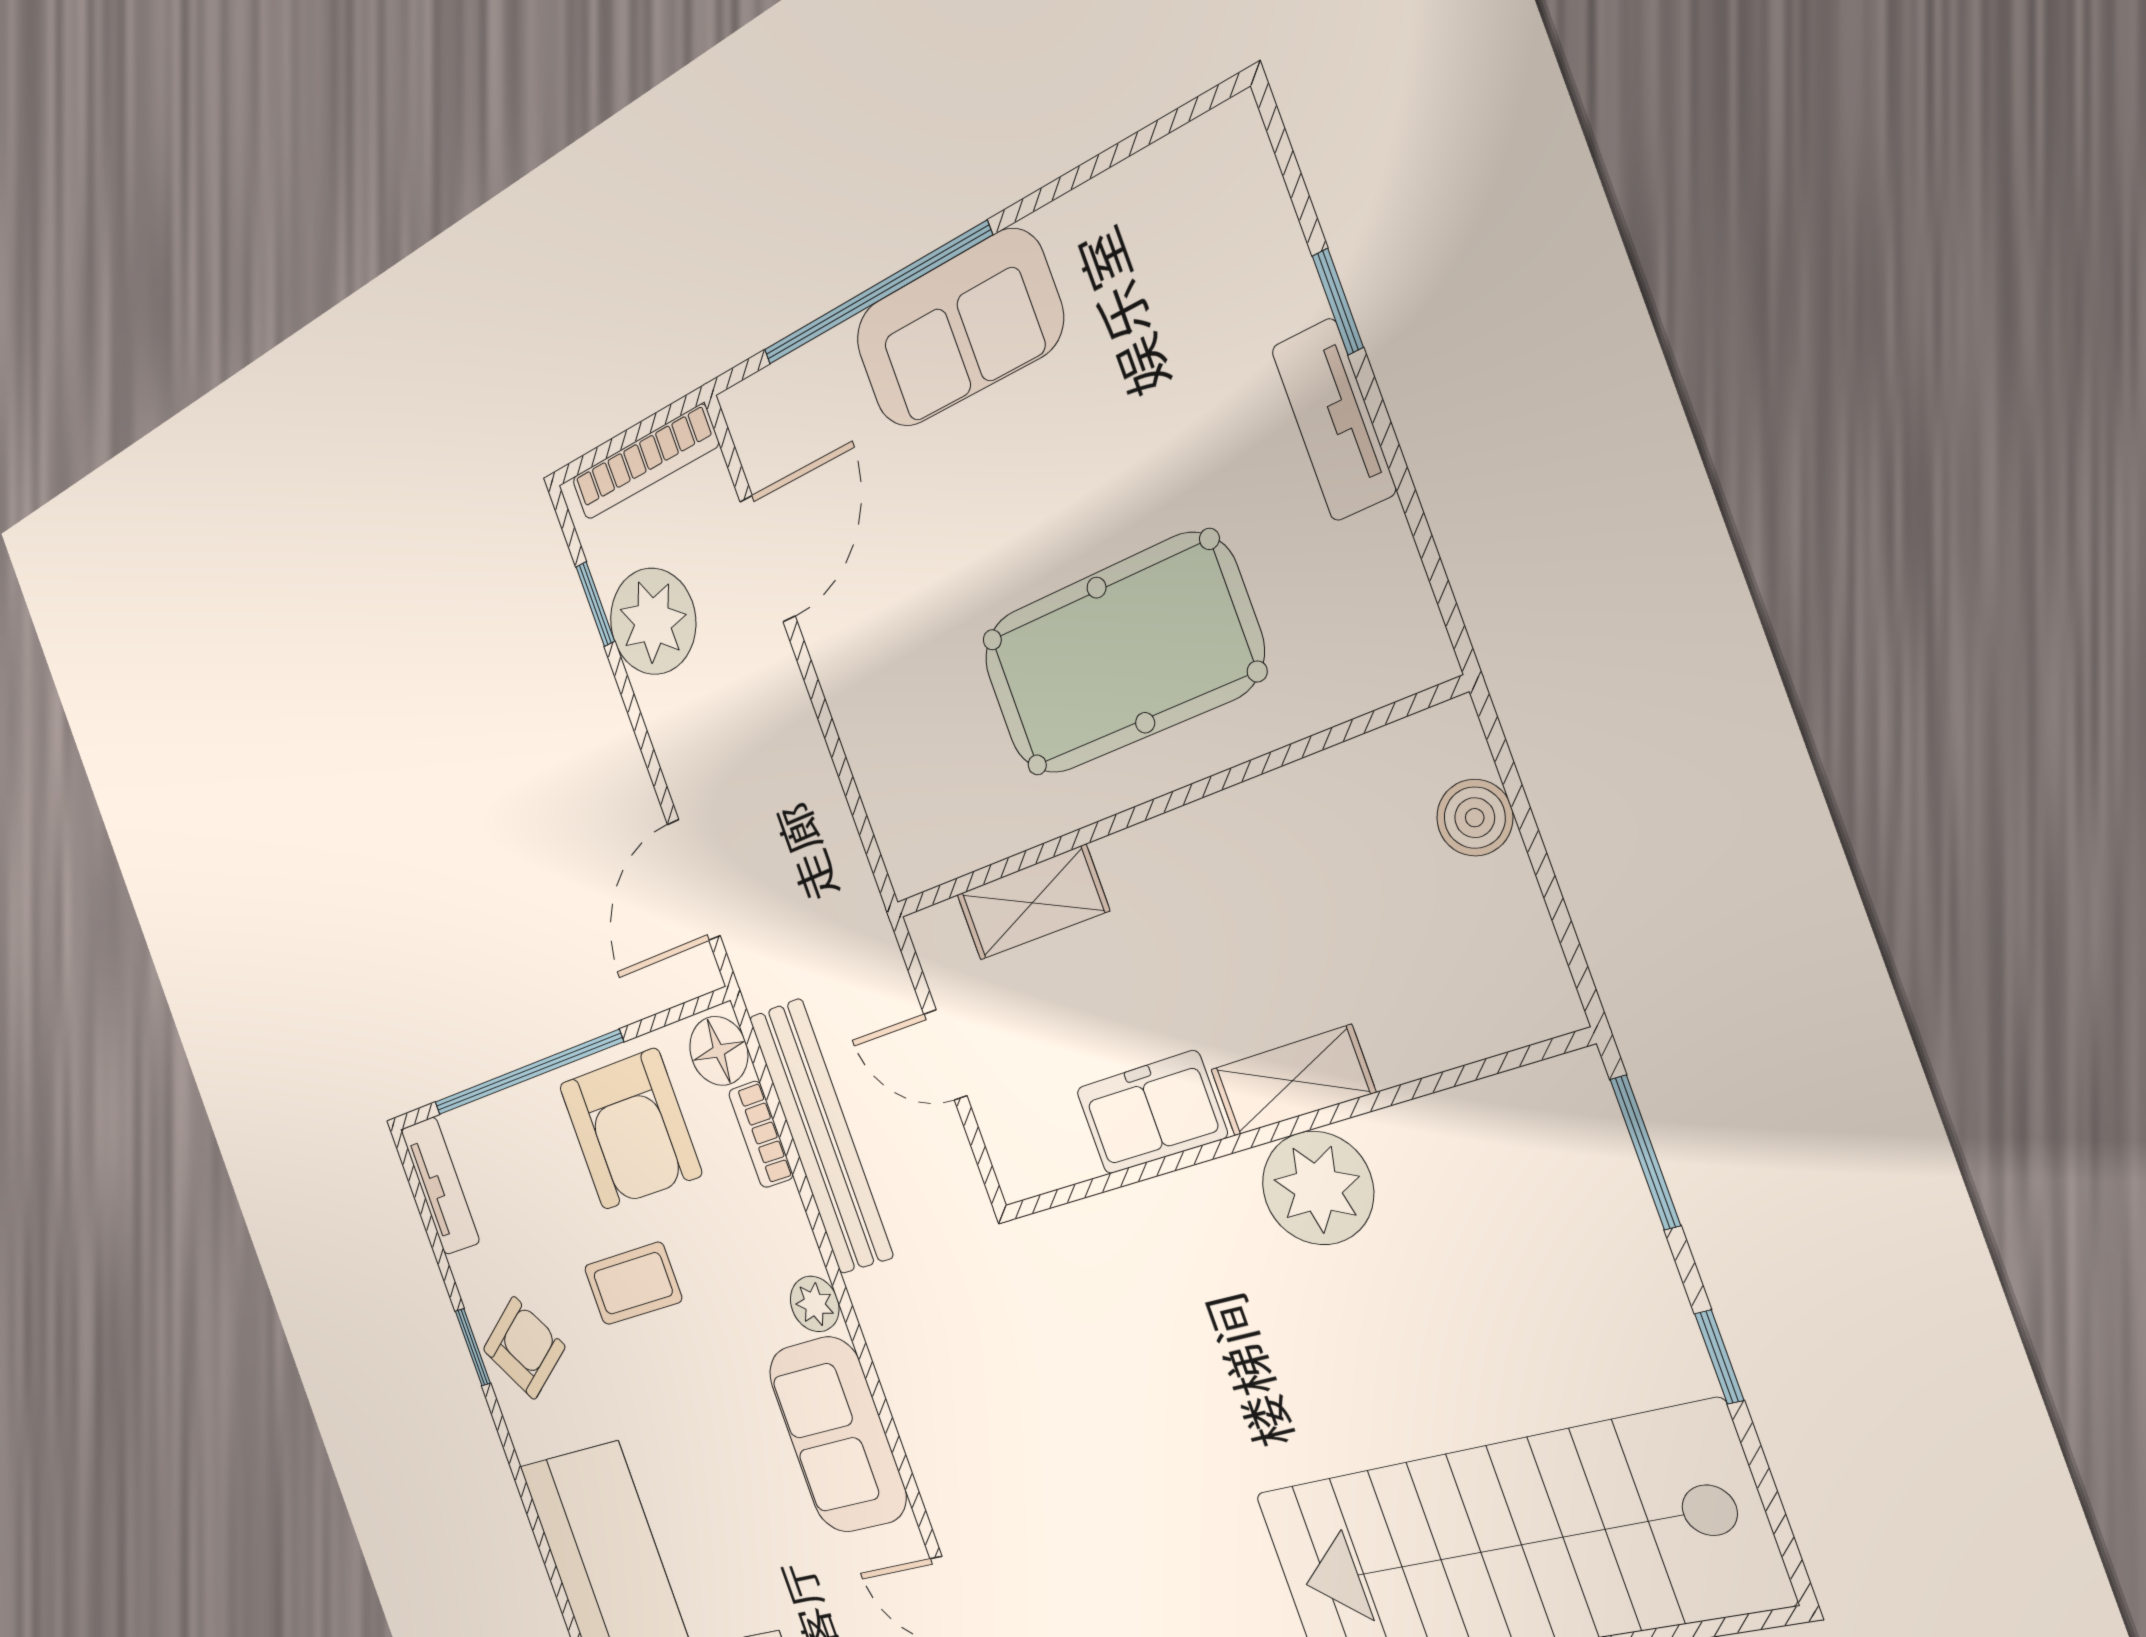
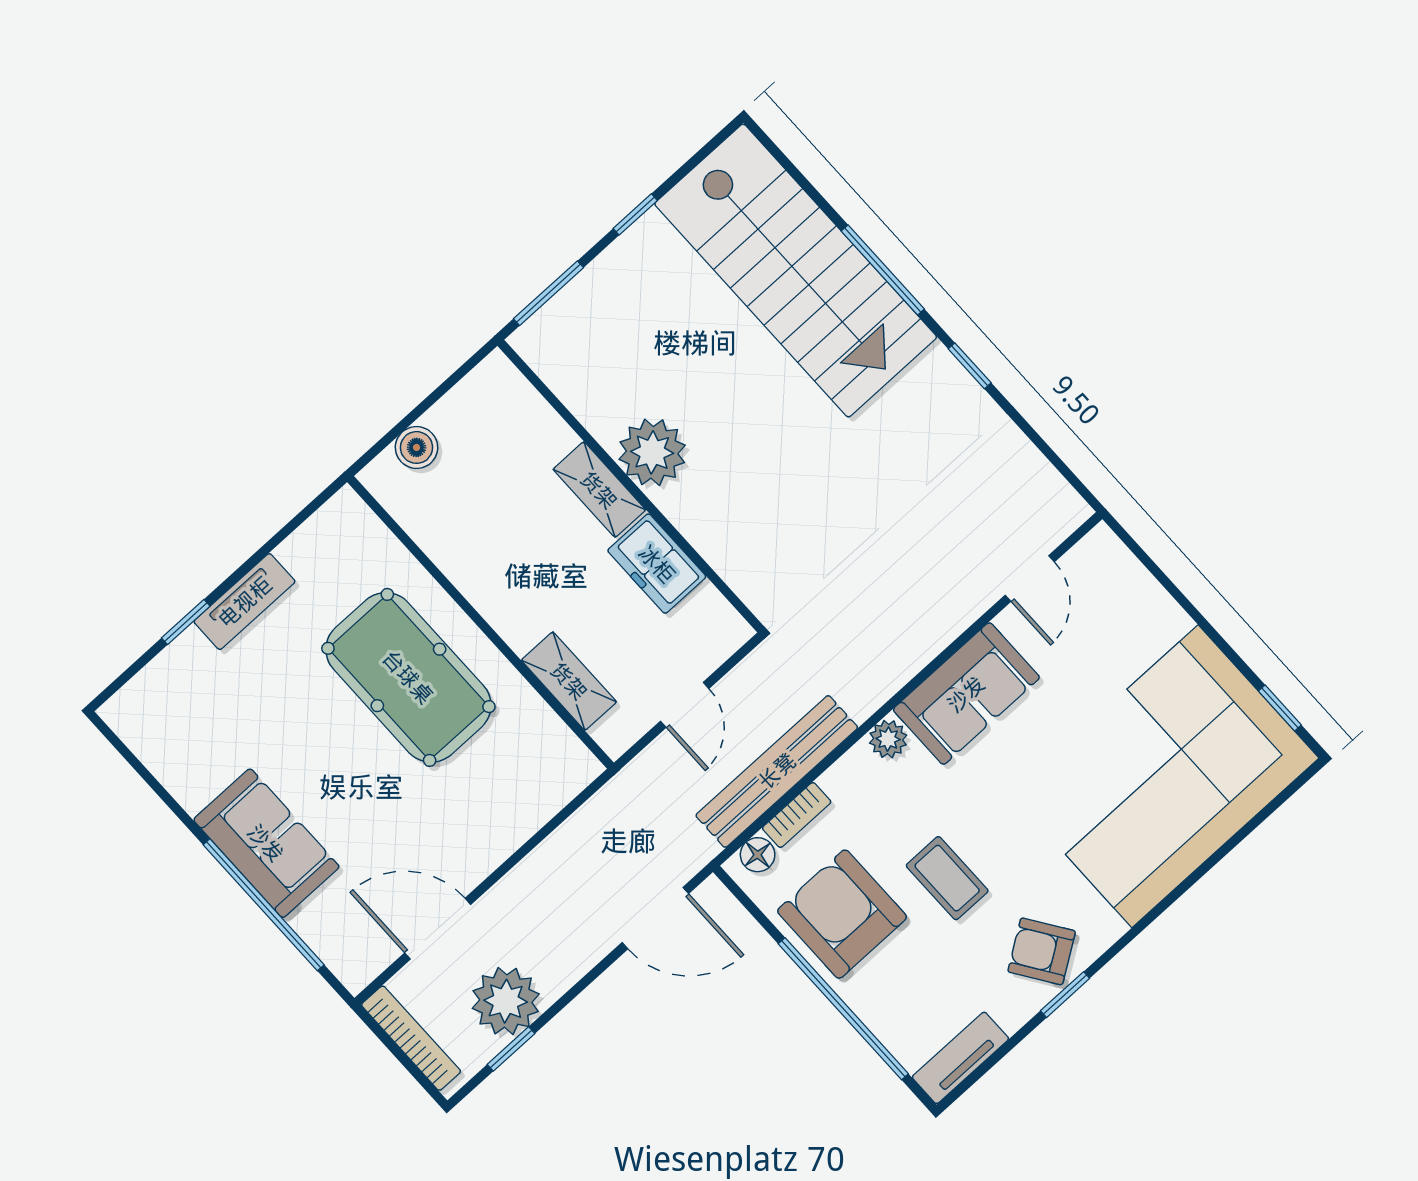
floor lamp: (719, 1051) -> (758, 855), width x0.73, depth x0.73
armchair: (630, 1129) -> (842, 914), turned -90

